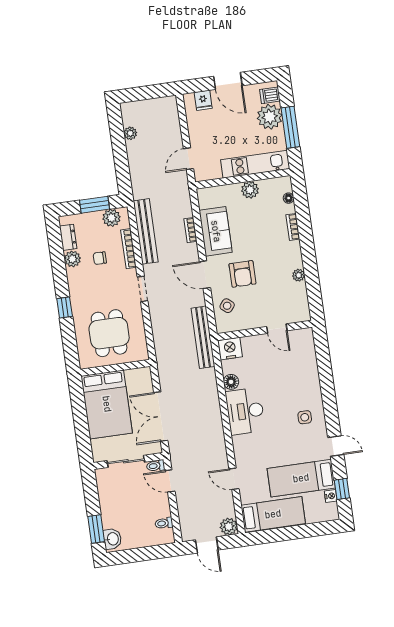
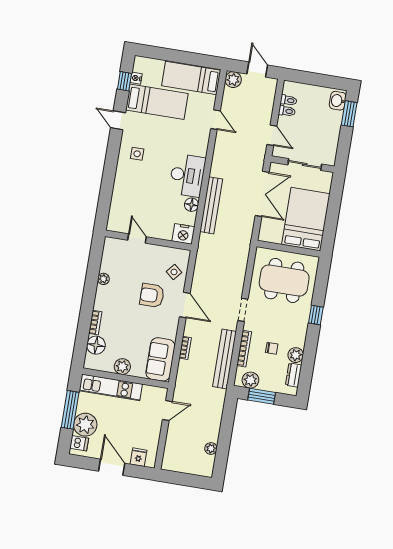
floor lamp: (289, 198) -> (96, 345), width x1.89, depth x1.89
sofa: (216, 231) -> (160, 359), moved
armchair: (242, 274) -> (152, 295), turned -90
dining table: (109, 333) -> (284, 280), width x1.38
bench: (203, 337) -> (211, 205), moved
toilet: (156, 466) -> (287, 111), moved

